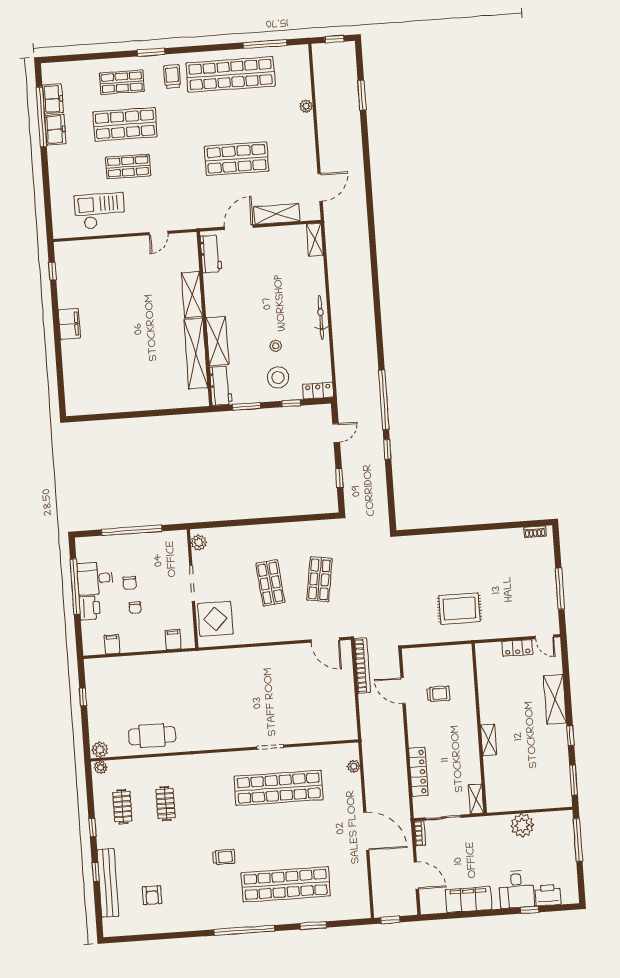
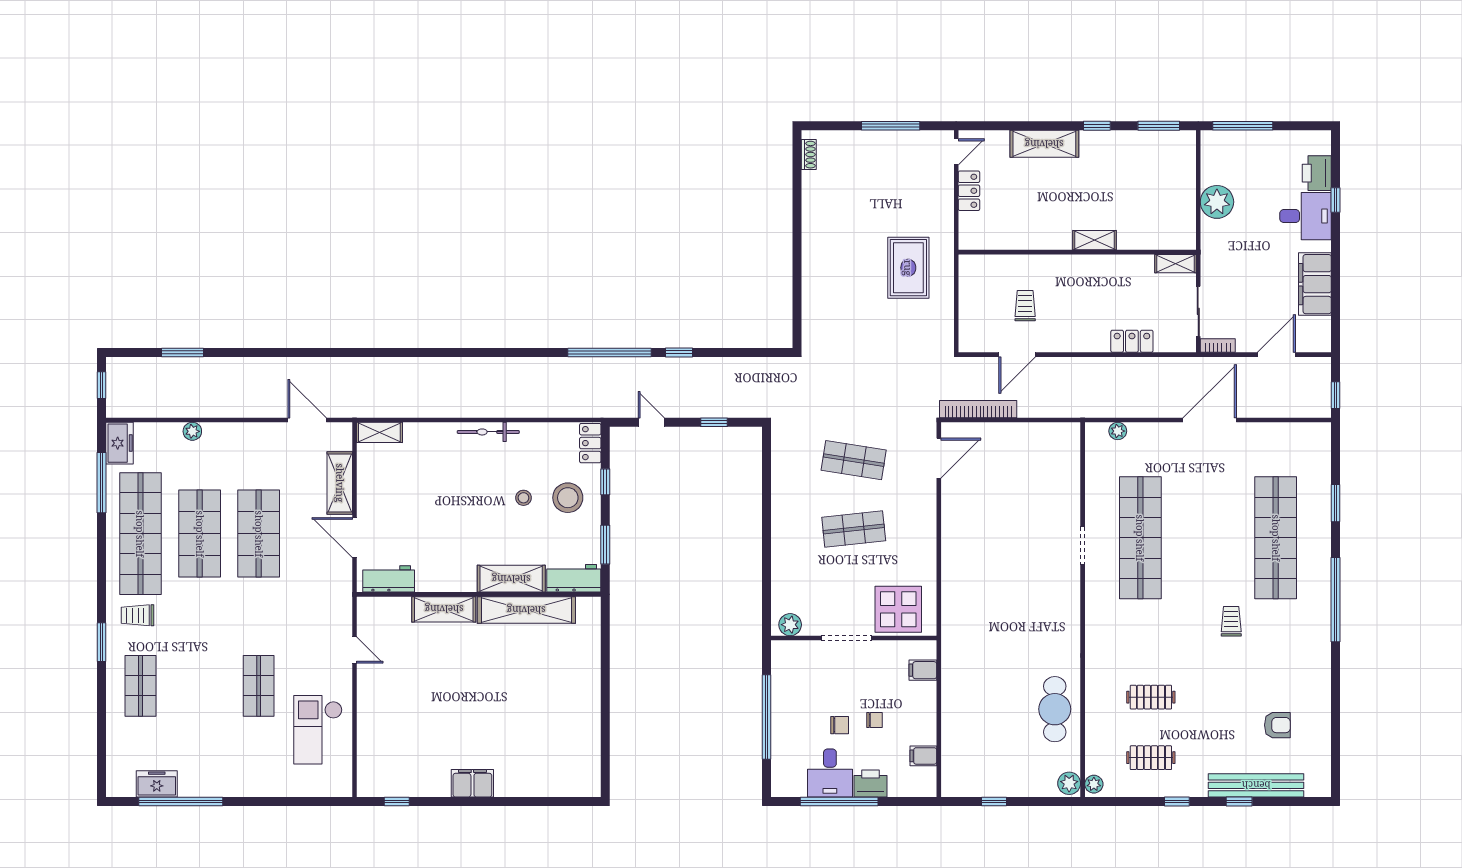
shop shelf: (125, 124) -> (200, 534), moved
freezer: (55, 130) -> (119, 443), moved, turned 90
locker: (418, 772) -> (1132, 341), width x0.66

